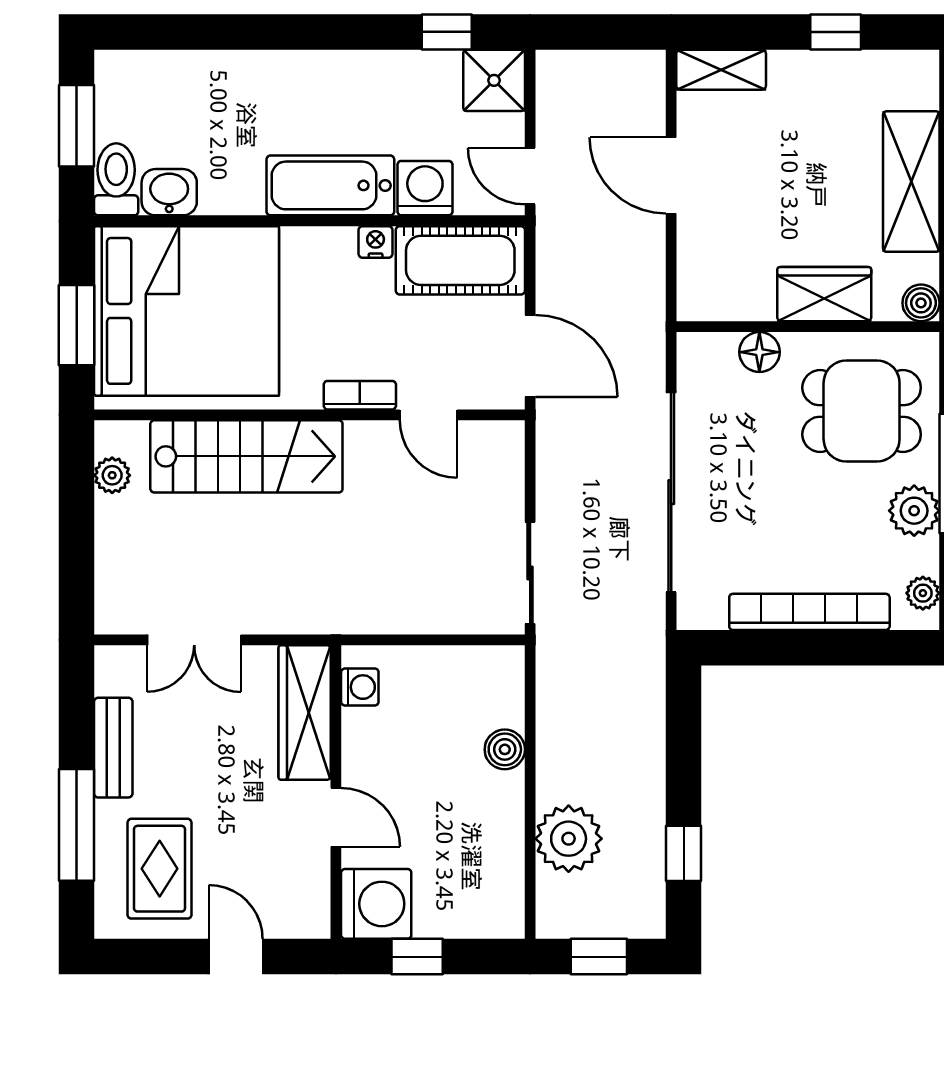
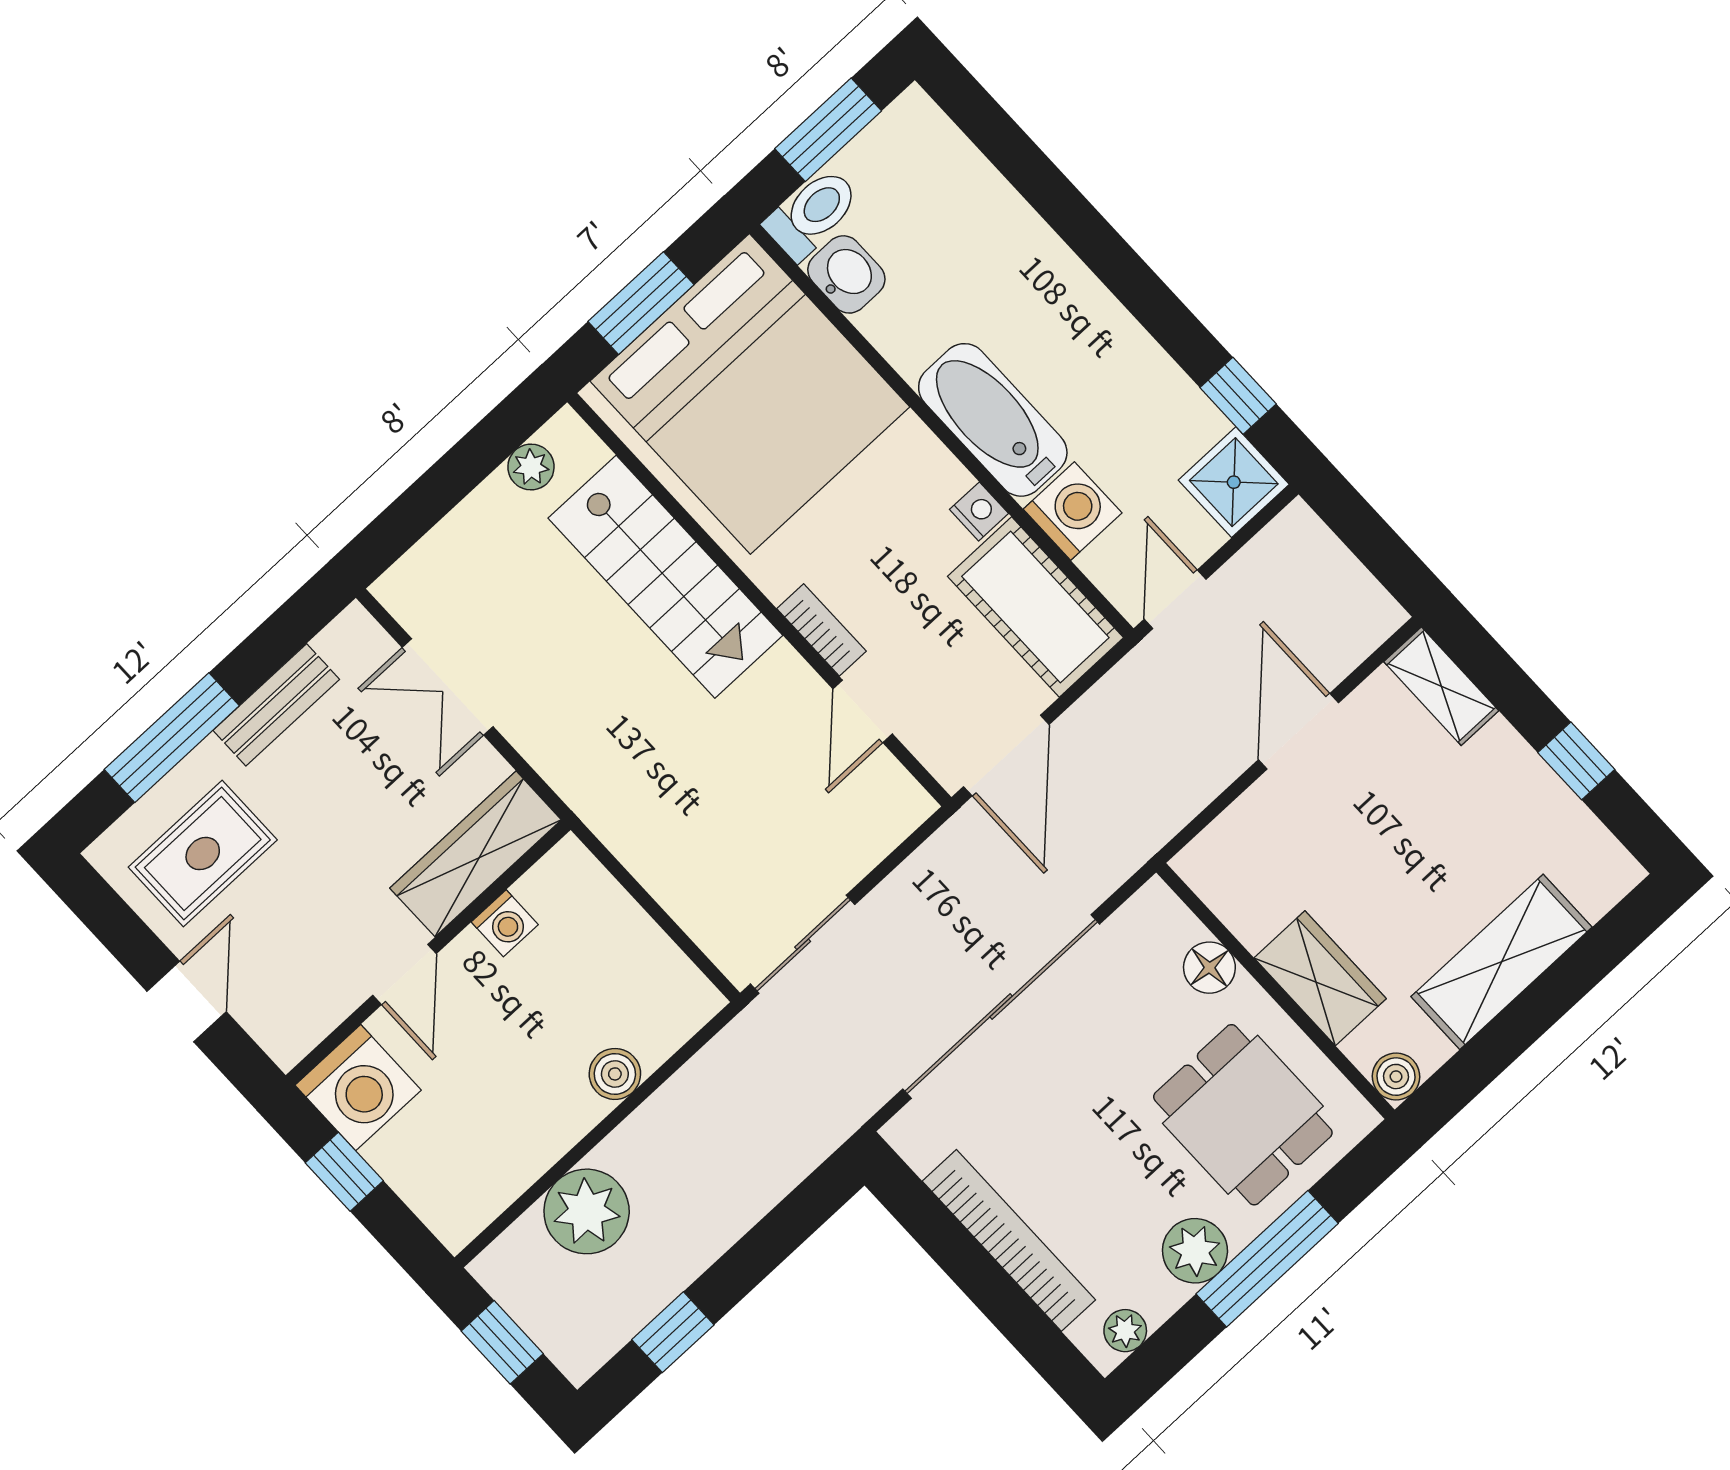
washing machine: (360, 687) -> (505, 923), moved

